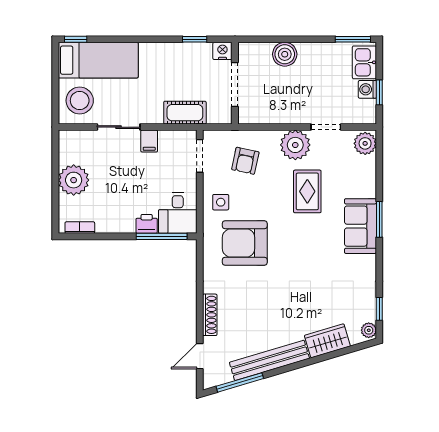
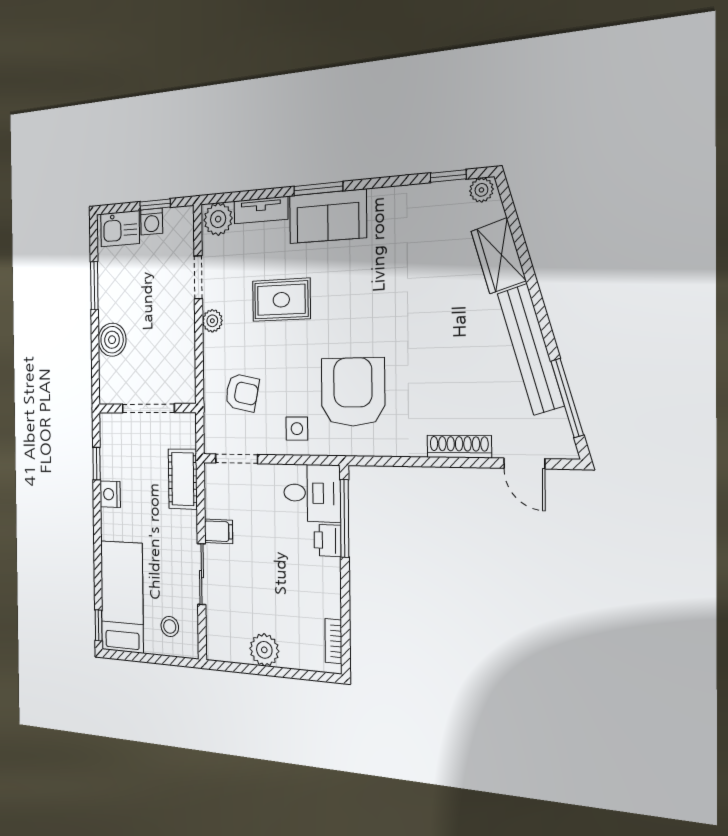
window: (353, 39) -> (94, 286), moved
nightstand: (222, 51) -> (110, 494), moved
stool: (80, 101) -> (170, 626), width x0.53, depth x0.53
plant: (295, 145) -> (212, 321), width x0.53, depth x0.53
tv unit: (369, 177) -> (261, 210), added
plant: (74, 180) -> (264, 650), width x0.73, depth x0.73
armchair: (245, 243) -> (353, 392), turned 180

